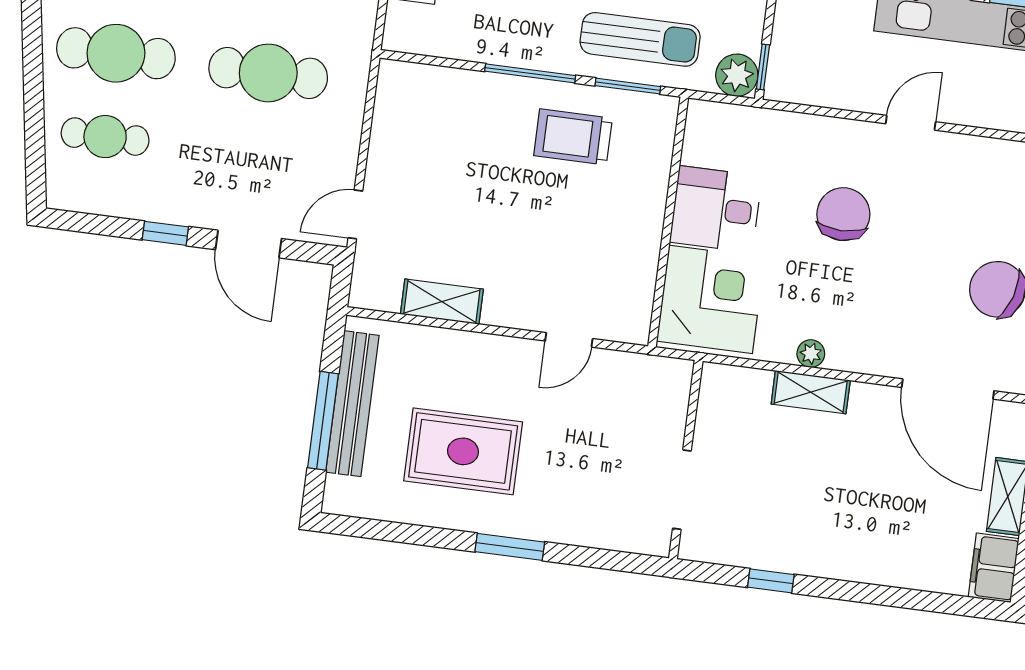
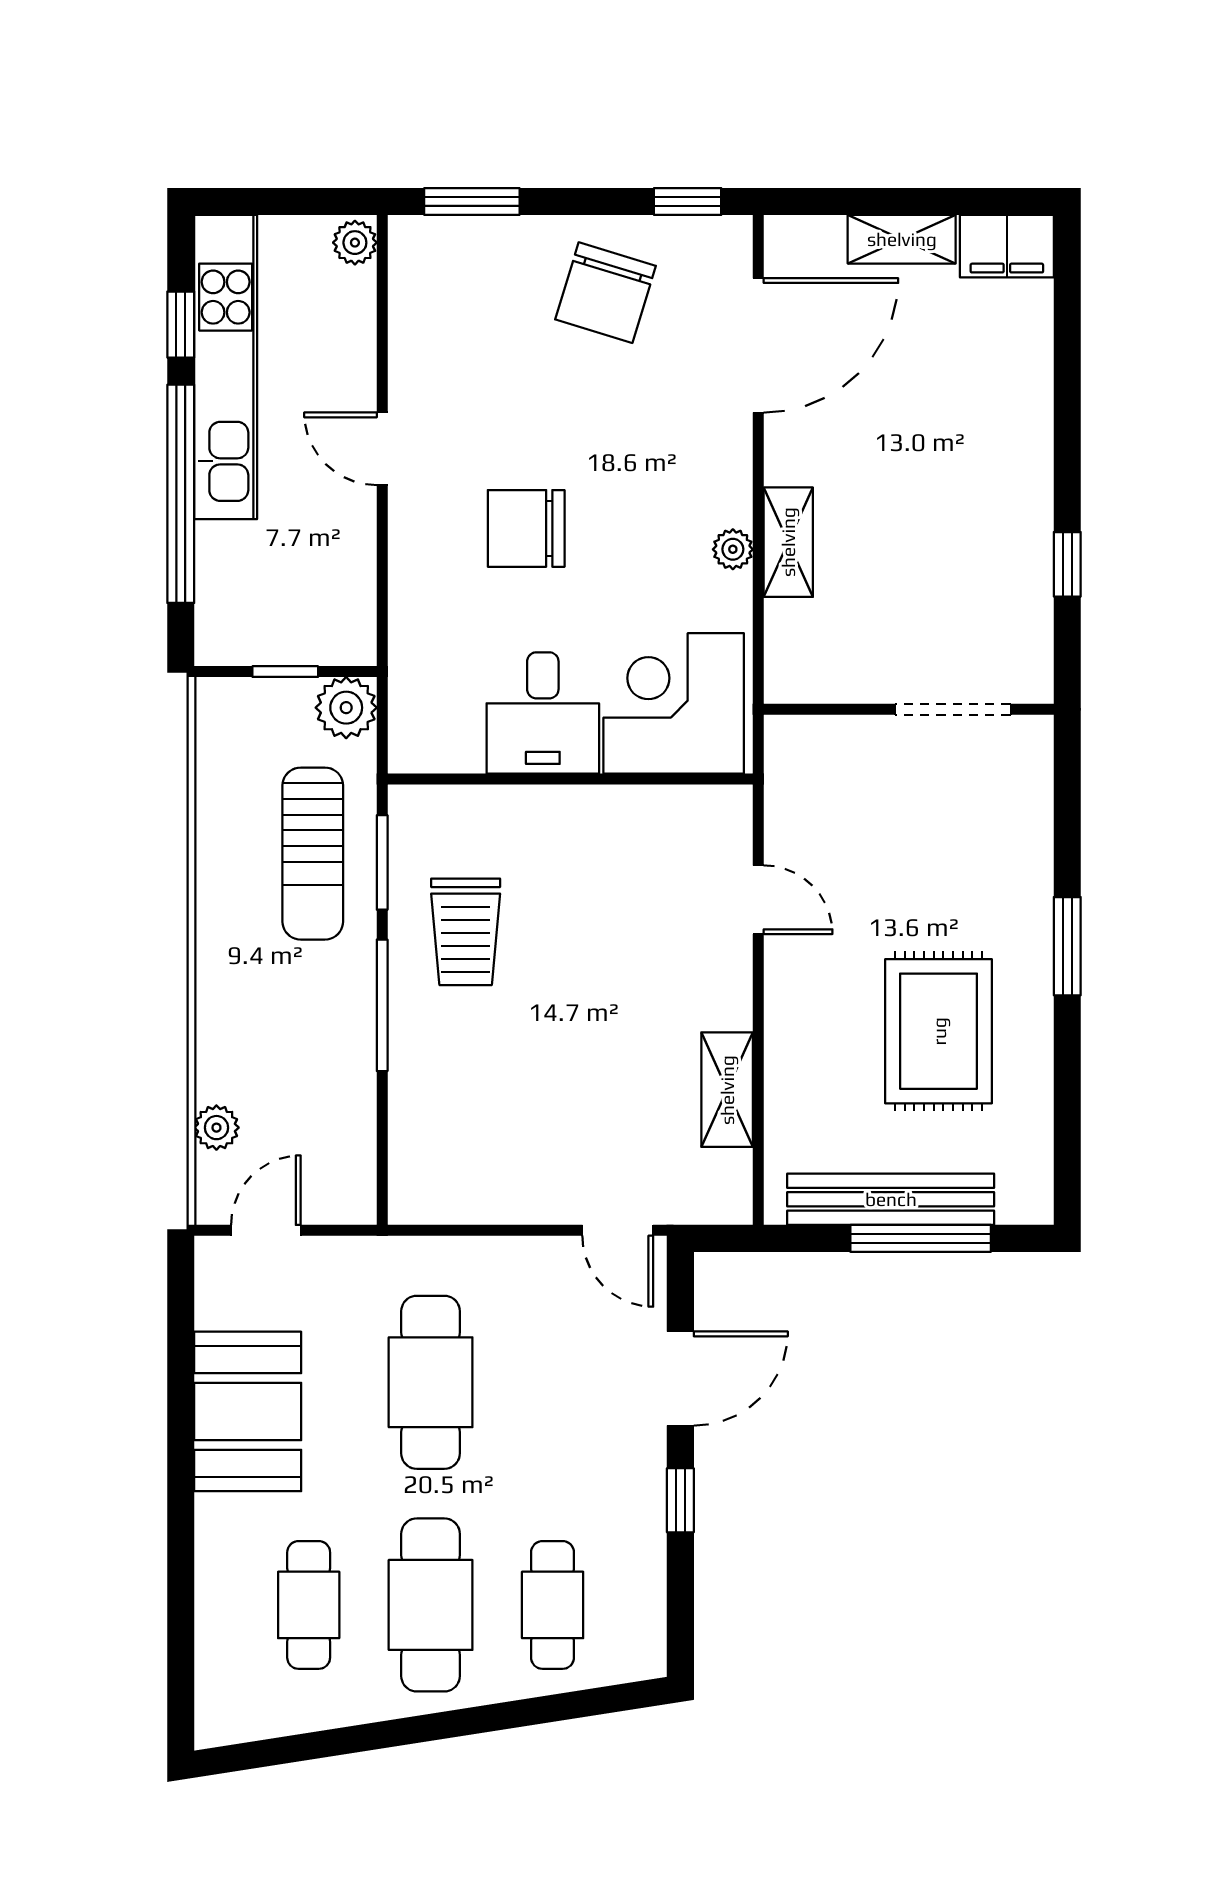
sun lounger: (640, 39) -> (313, 854), turned 180
window: (763, 67) -> (285, 672), moved

